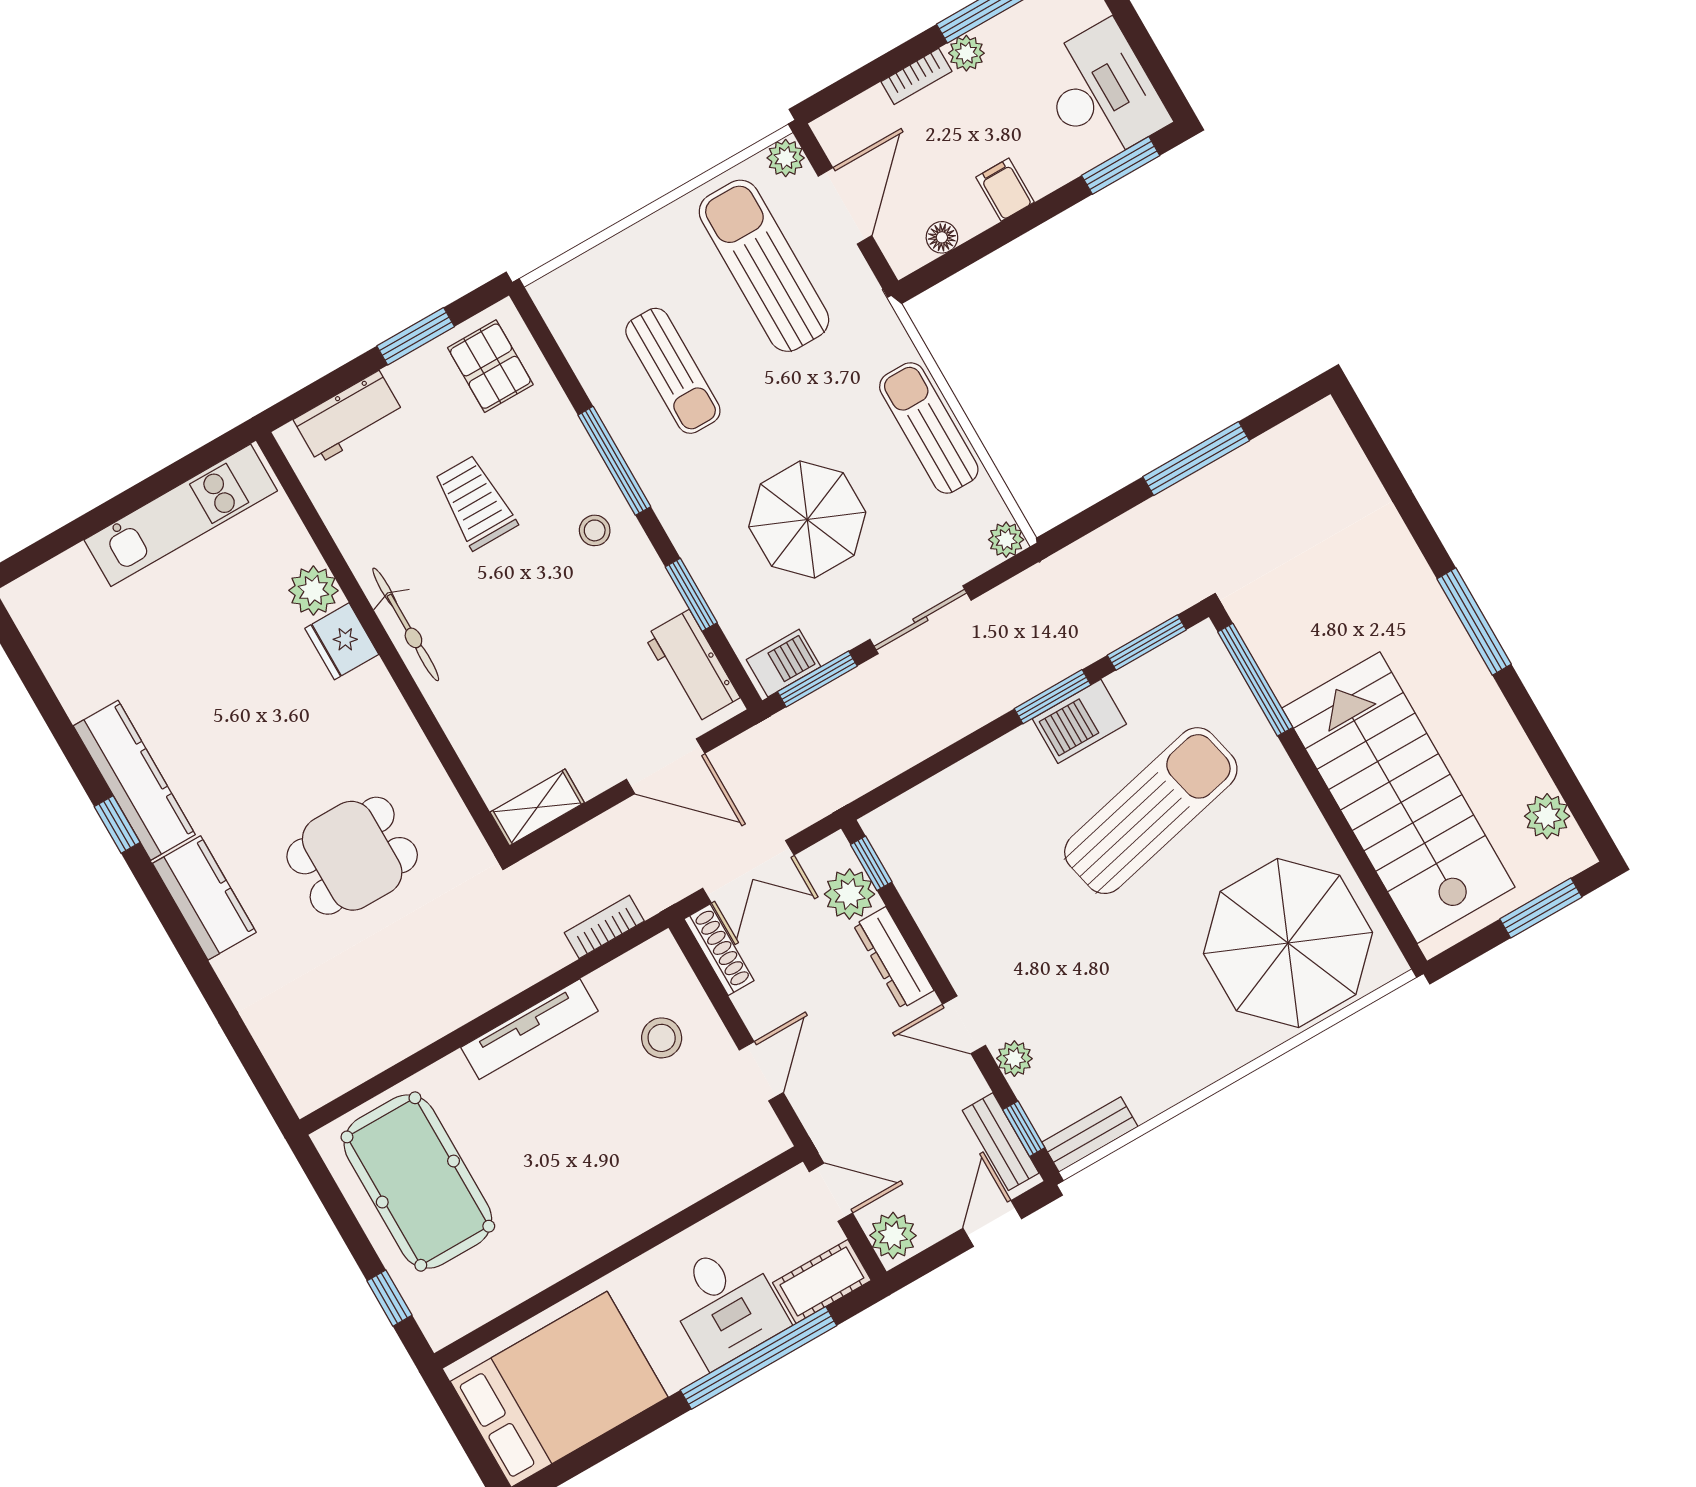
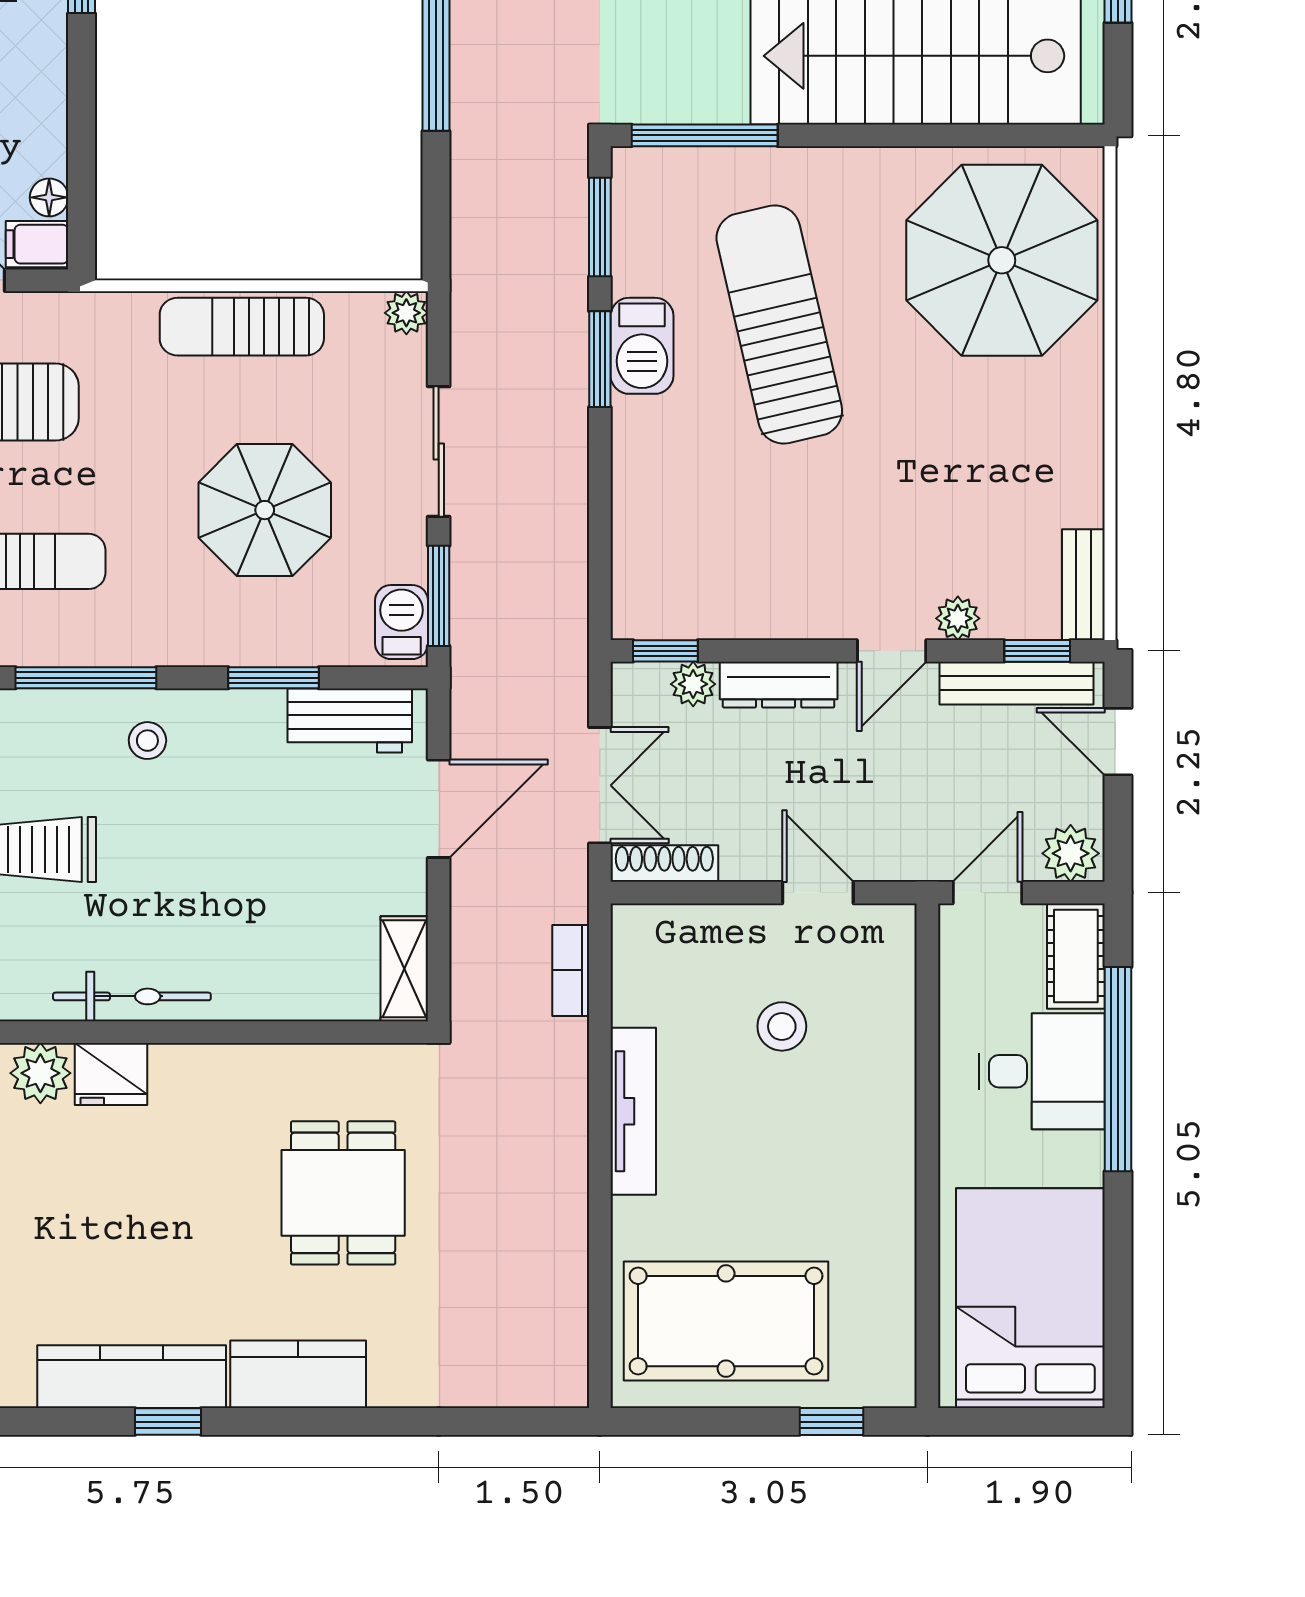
filing cabinet: (1005, 190) -> (37, 244), moved
plant: (849, 894) -> (693, 684), width x0.73, depth x0.73
stool: (662, 1038) -> (782, 1026), moved
bench: (1001, 1142) -> (1016, 683), width x1.36

